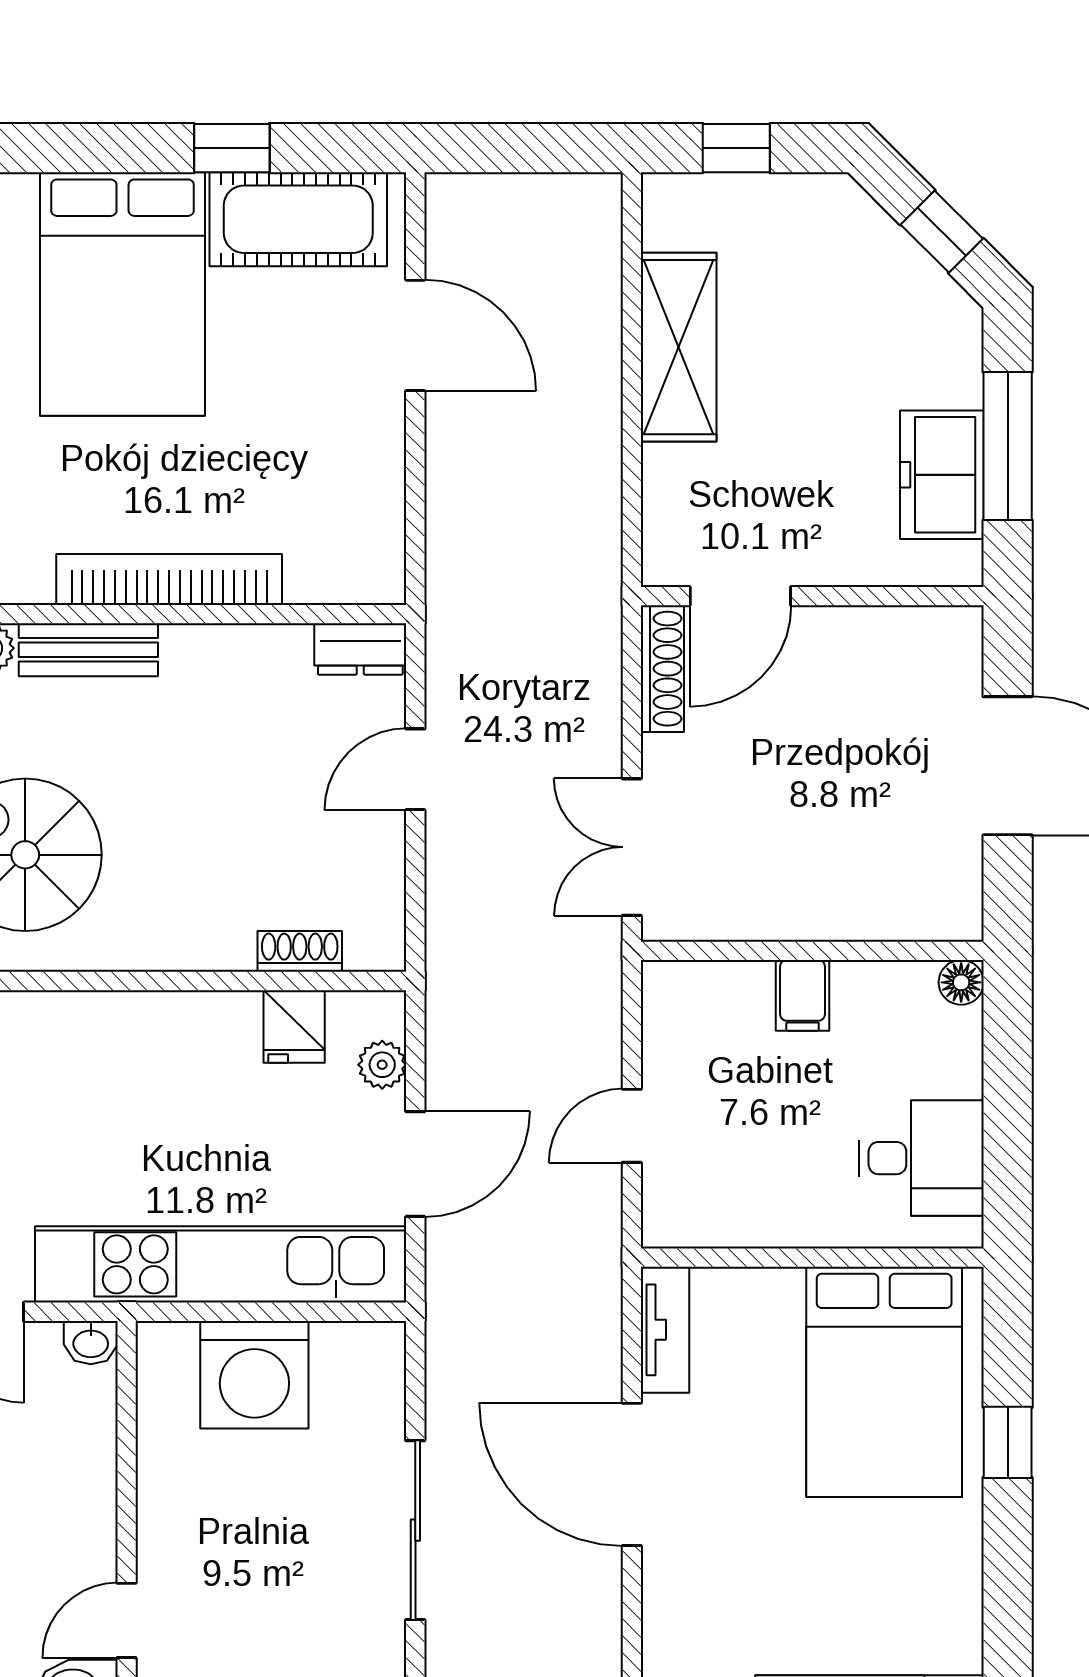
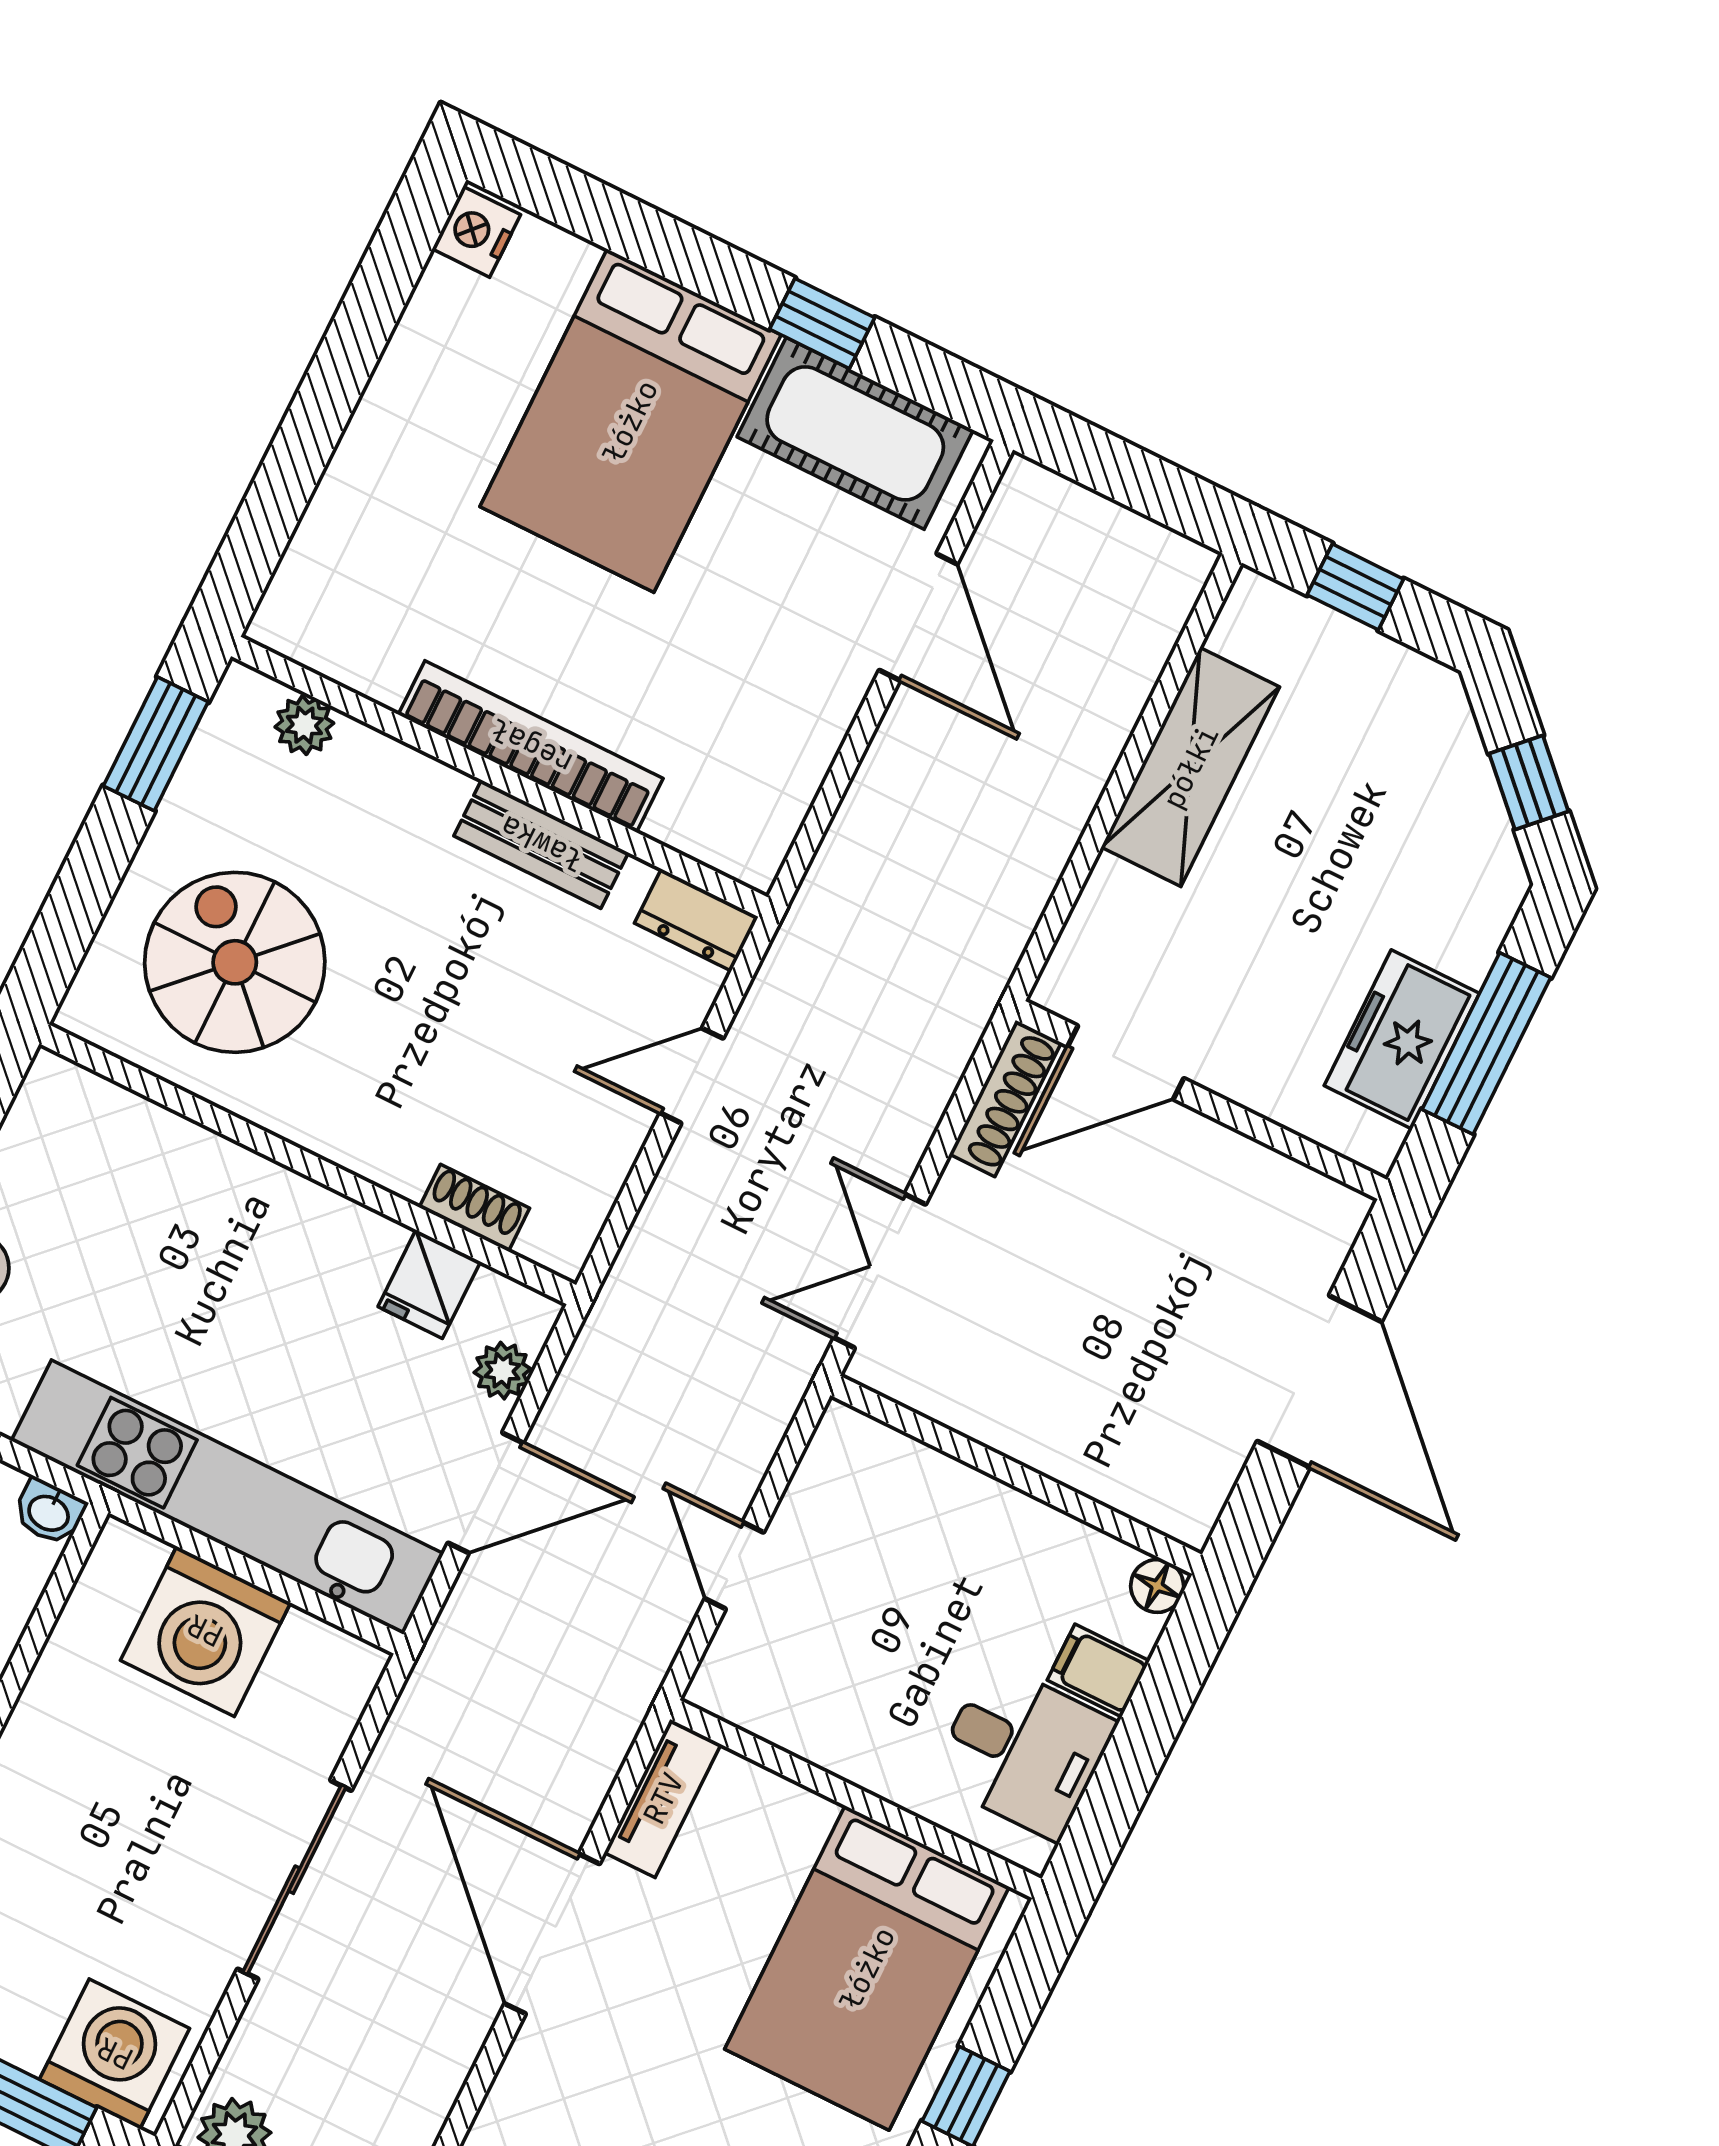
bench: (88, 650) -> (541, 844), moved
filing cabinet: (803, 995) -> (1098, 1671), moved, turned 90
door: (632, 1126) -> (734, 1565), hinge flipped

